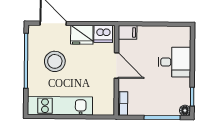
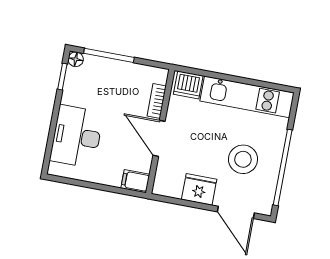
dishwasher: (103, 34) -> (188, 85), moved, turned 180
desk: (174, 62) -> (77, 136), width x1.37
bookcase: (123, 103) -> (157, 101), moved

